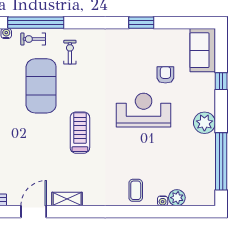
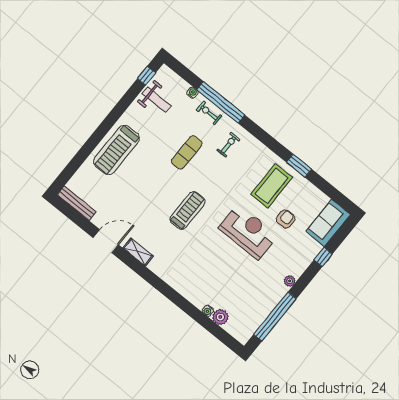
exercise mat: (41, 86) -> (187, 152), width x0.50, depth x0.69
plant: (204, 123) -> (290, 281), width x0.53, depth x0.53
coffee table: (136, 190) -> (272, 186), moved, width x1.86, depth x1.72

